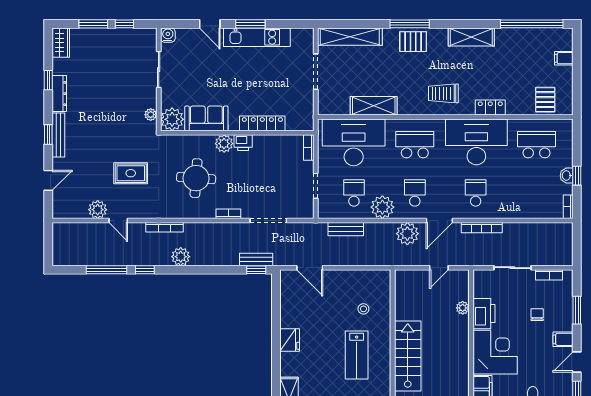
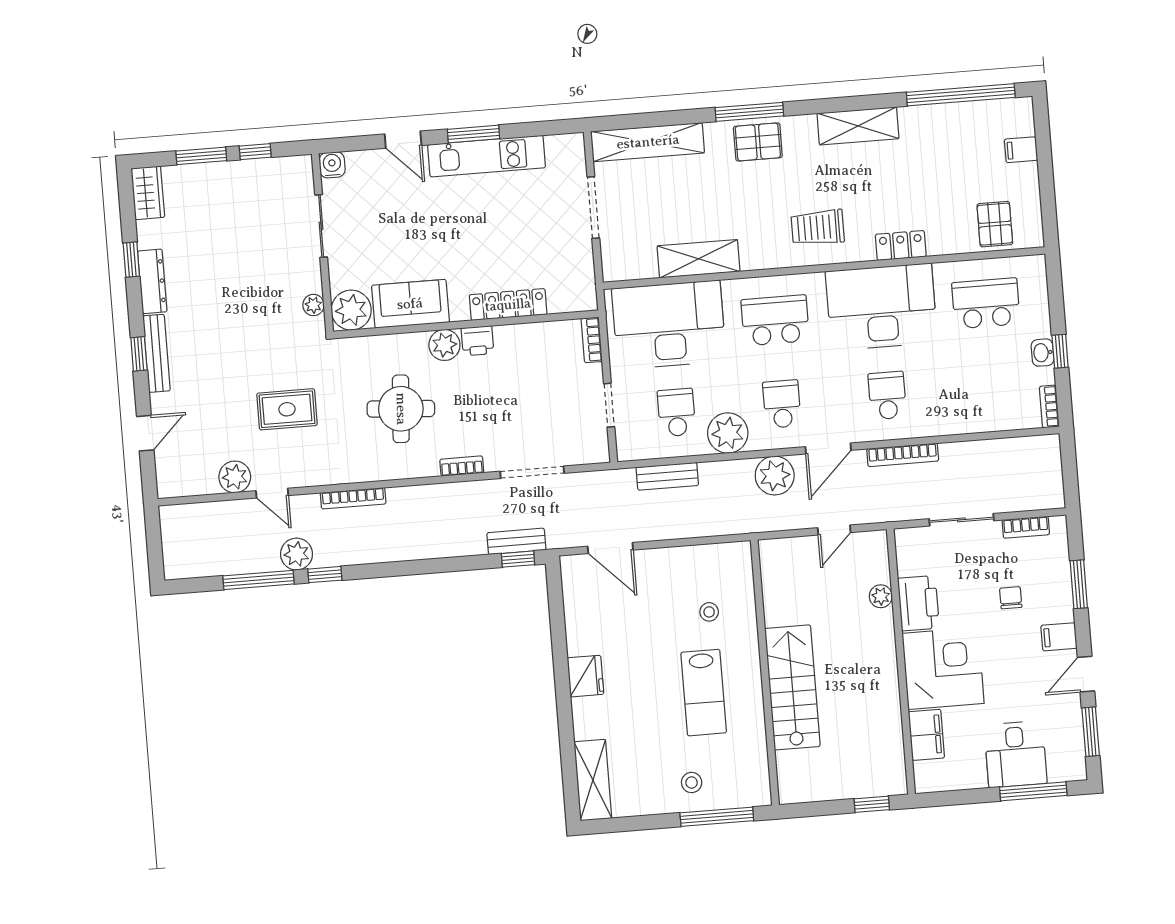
plant: (181, 257) -> (297, 554), moved

